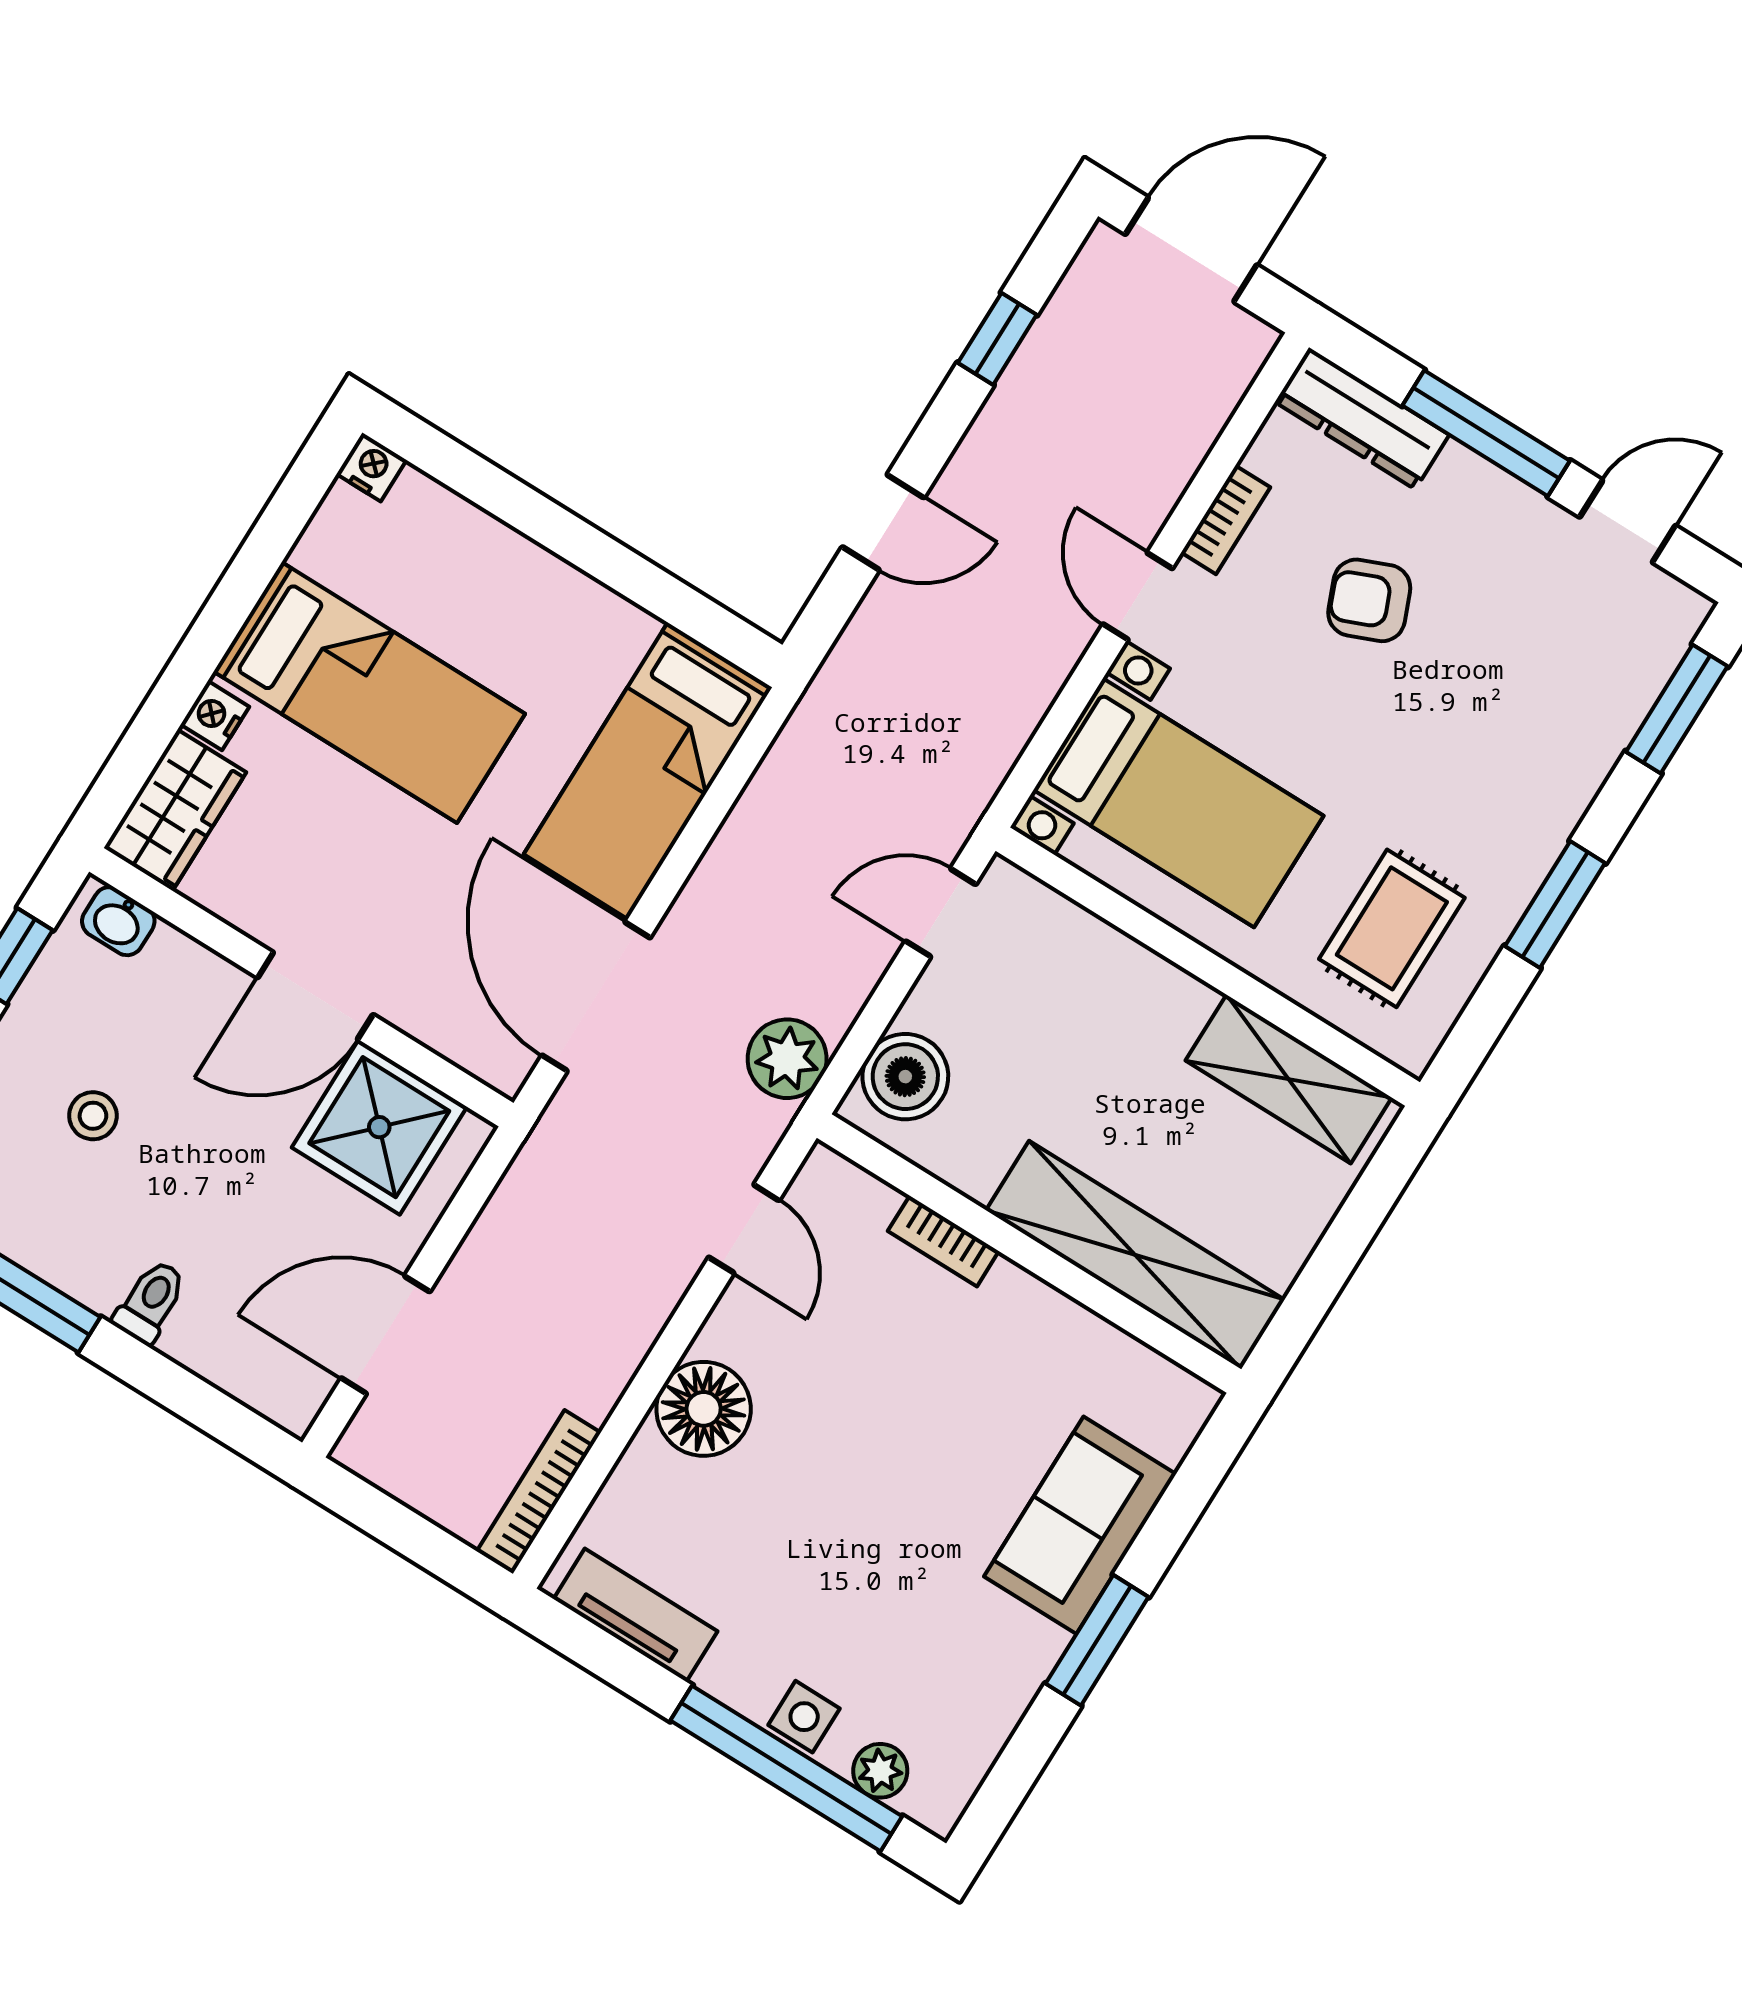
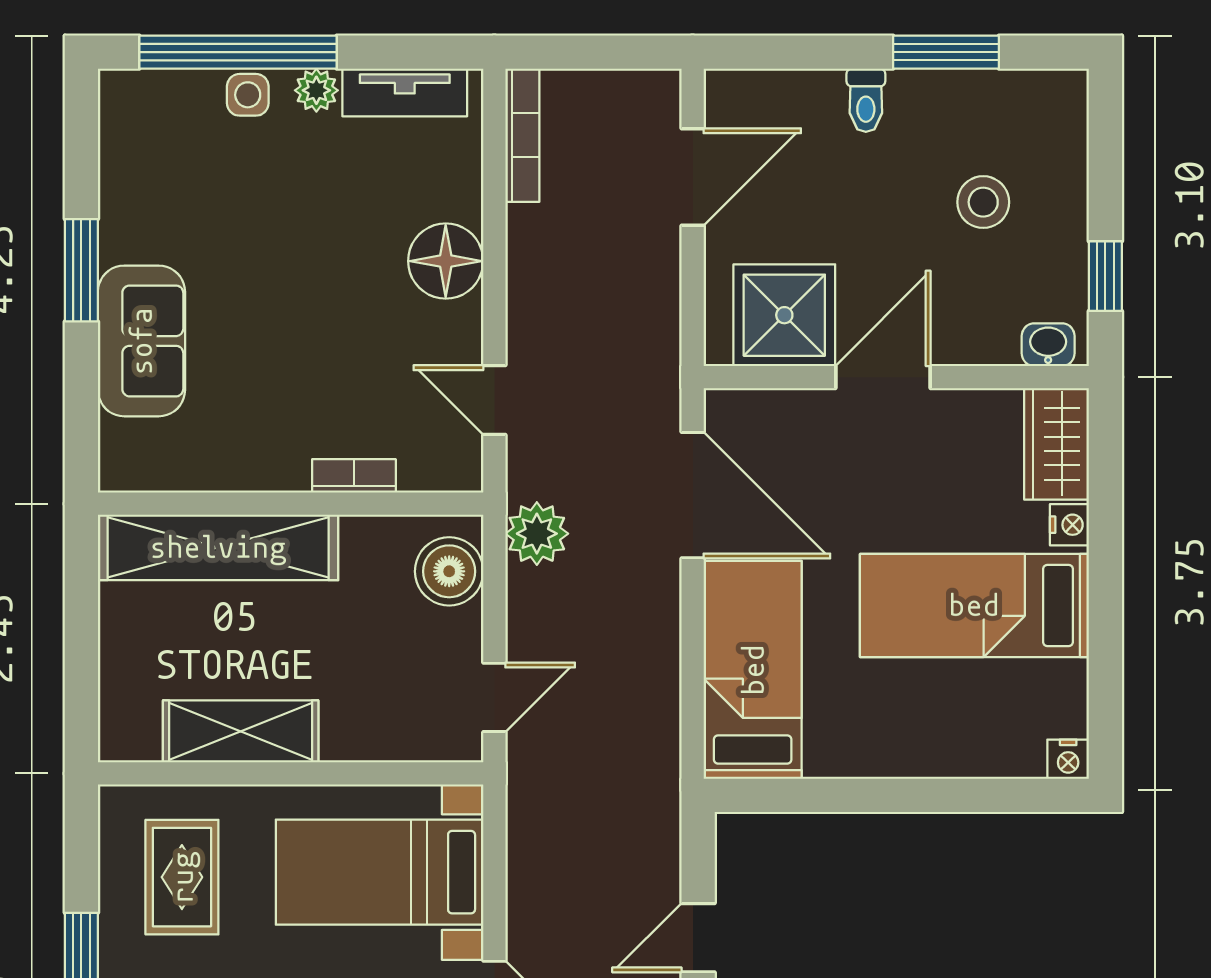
shelving: (1289, 1079) -> (241, 731), moved
stool: (93, 1116) -> (983, 202), width x1.37, depth x1.37
plant: (880, 1771) -> (316, 90), moved

